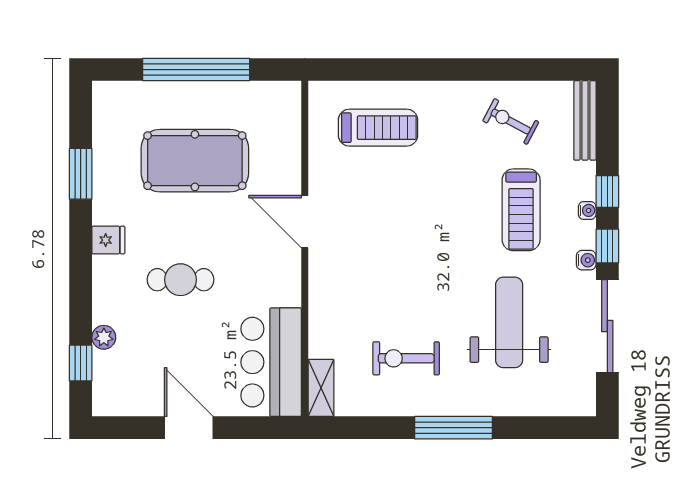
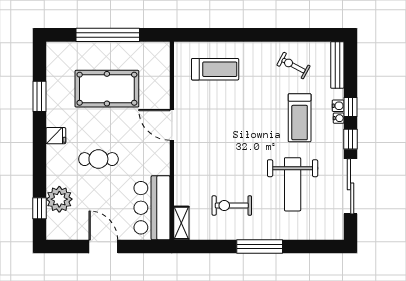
water cooler: (586, 260) -> (338, 106), moved
weight bench: (509, 322) -> (293, 184), turned 180
plant: (104, 337) -> (59, 199), width x1.87, depth x1.87

